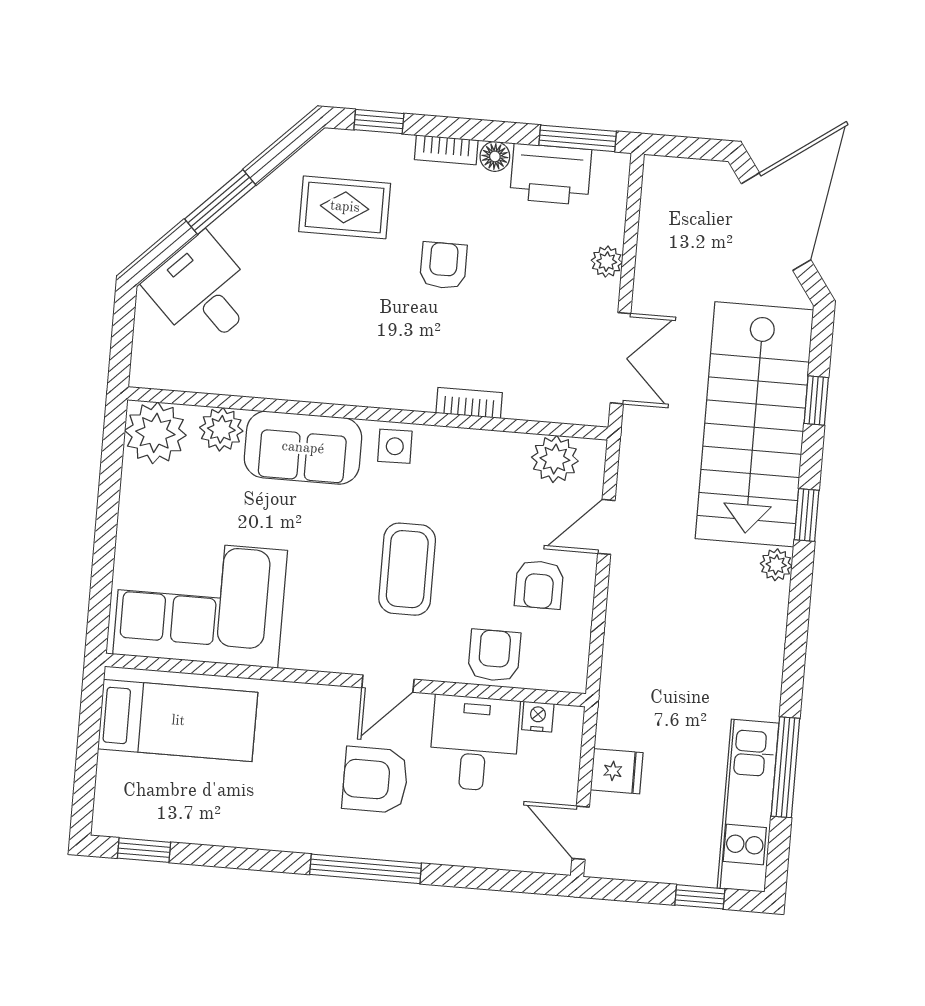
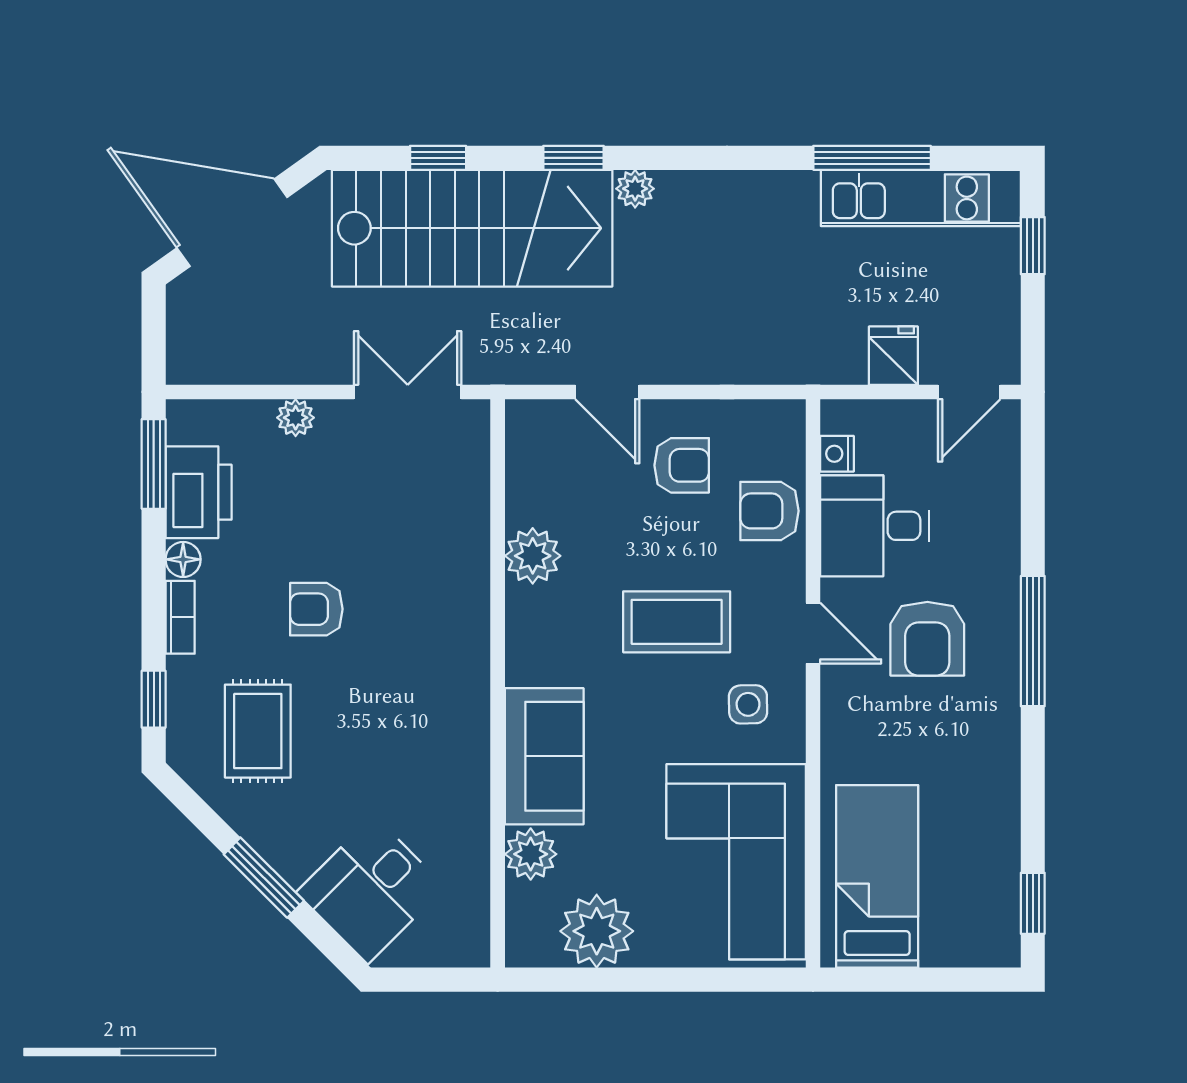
bookcase: (469, 403) -> (475, 565), removed
plant: (155, 433) -> (597, 931), moved
side table: (395, 446) -> (748, 704), moved
plant: (555, 459) -> (533, 556), moved

